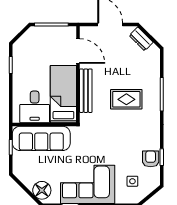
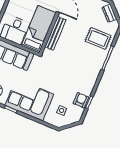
rug: (126, 99) -> (98, 38), moved

